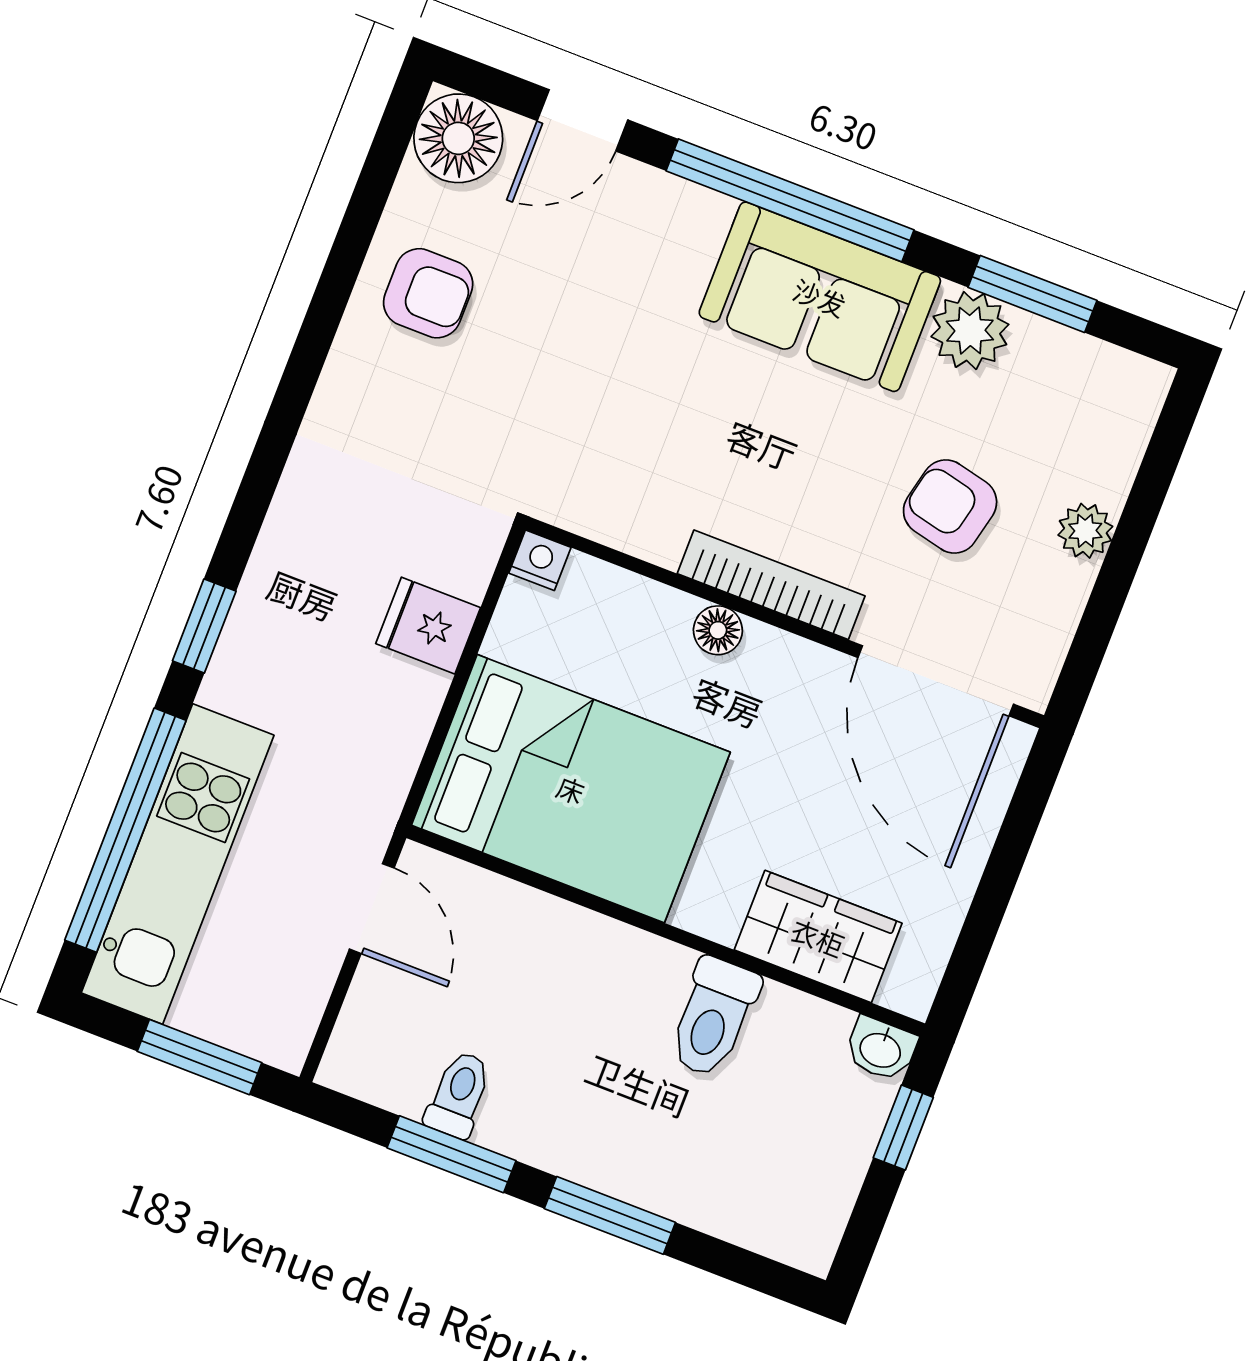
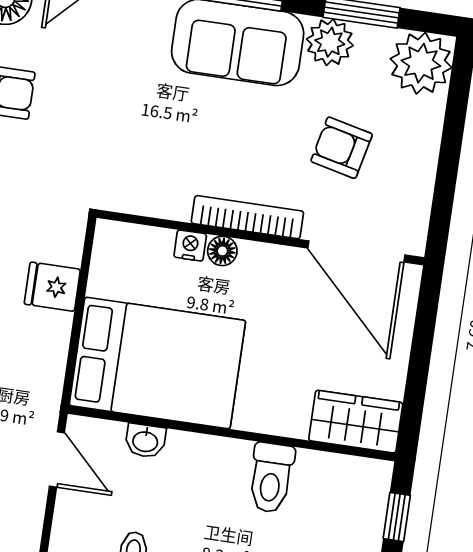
plant: (1085, 531) -> (421, 63), moved, width x1.88, depth x1.88
nightstand: (540, 560) -> (190, 245), moved
wardrobe: (818, 937) -> (356, 422), moved
washbasin: (881, 1049) -> (145, 441), moved

